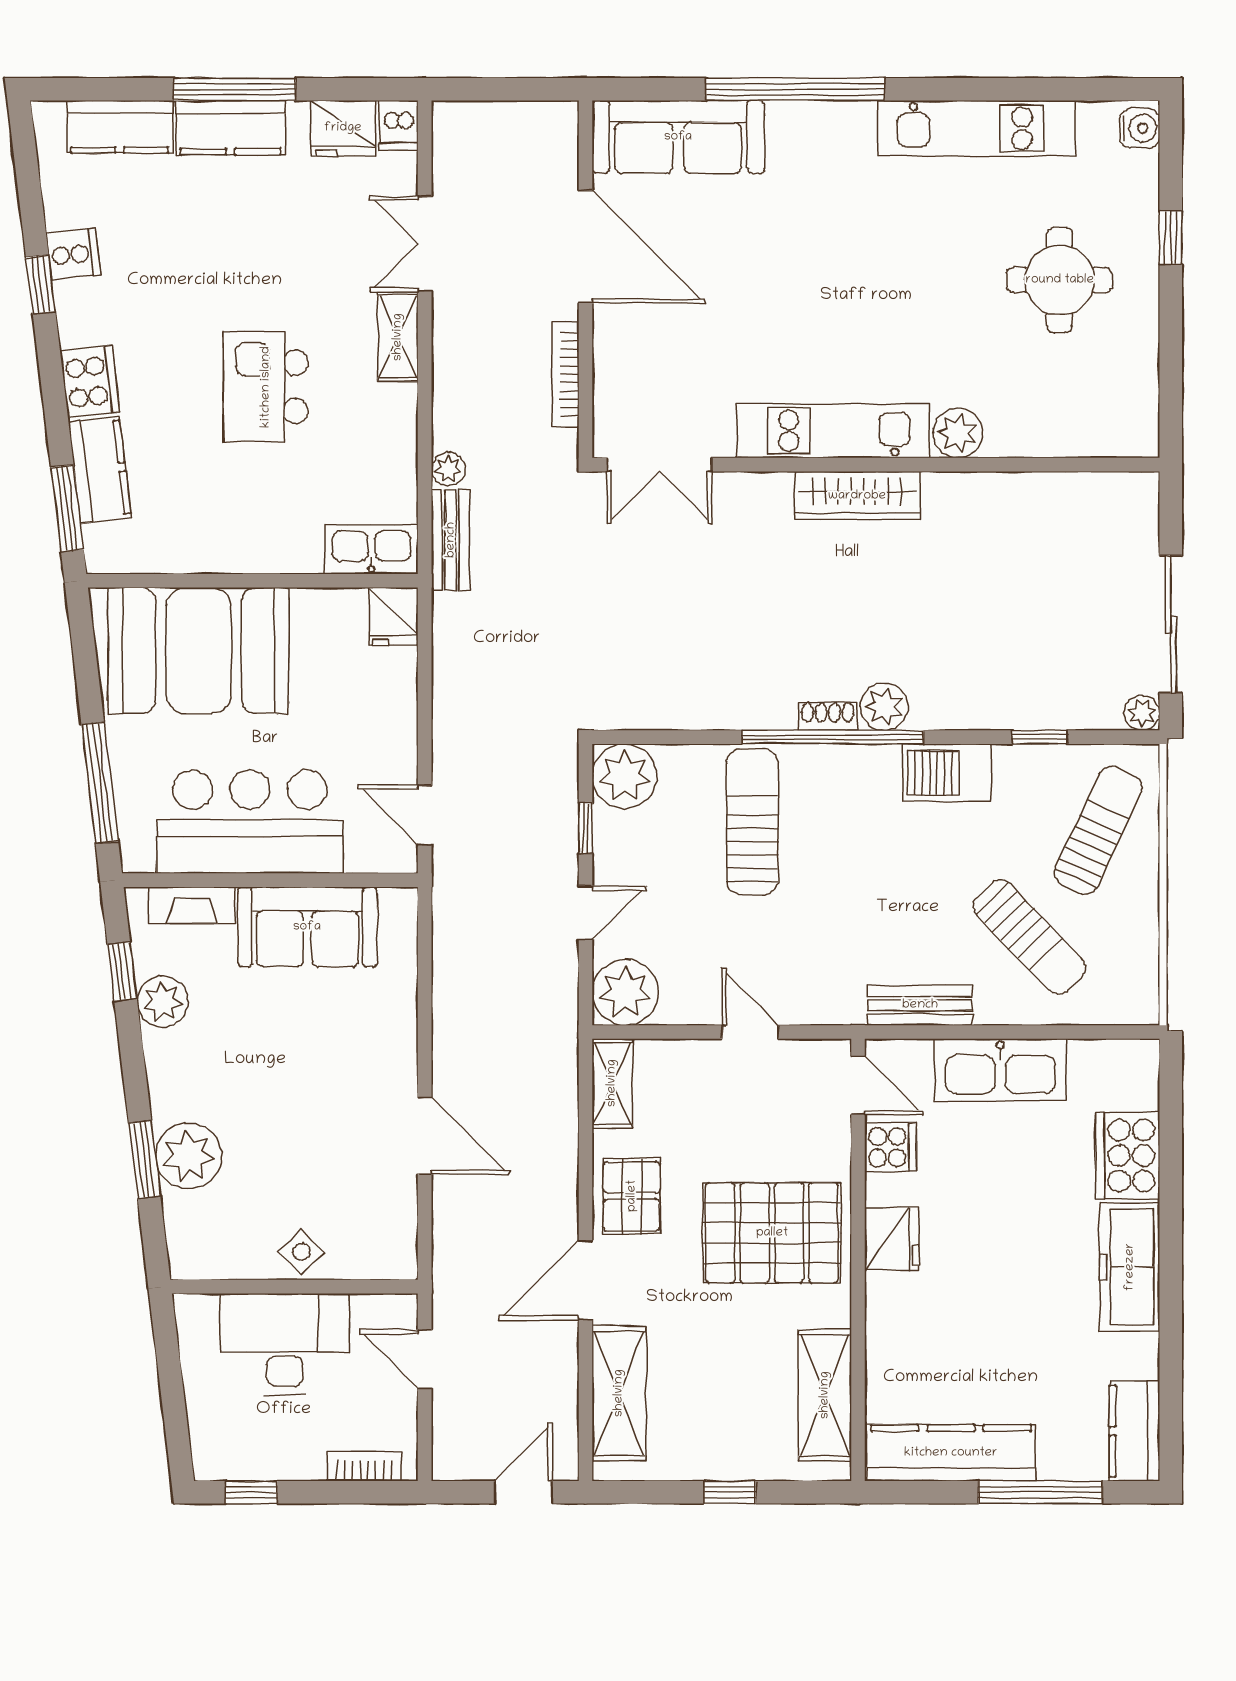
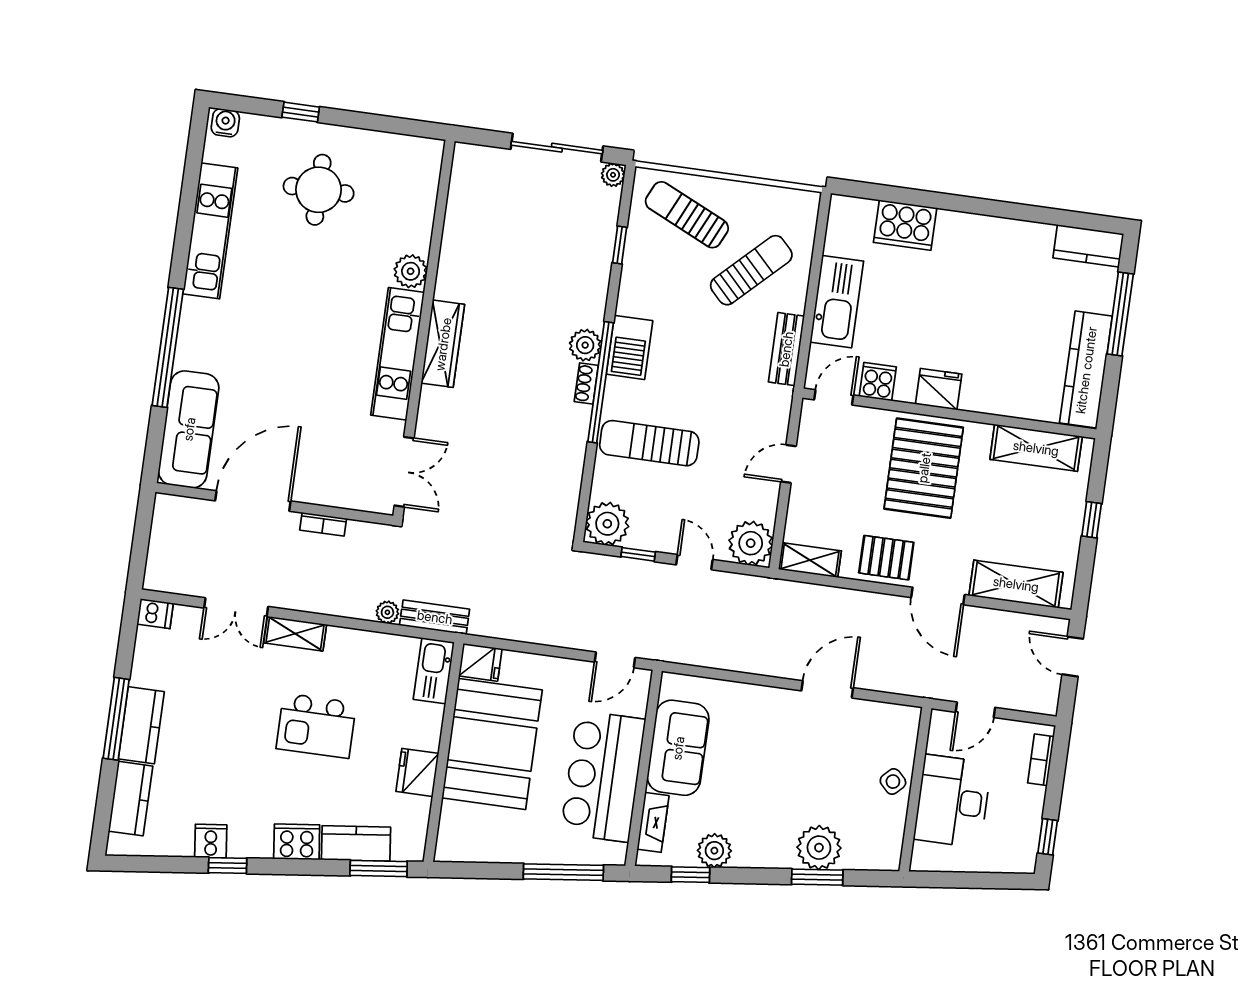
fridge: (343, 128) -> (417, 772), moved, turned 180
bookcase: (565, 374) -> (323, 524), width x0.64
booth: (198, 651) -> (492, 744), moved
barbecue: (947, 773) -> (630, 347), moved
freezer: (1130, 1267) -> (979, 234), removed

